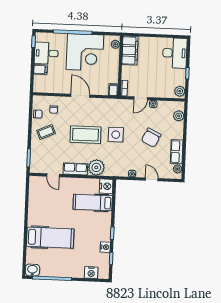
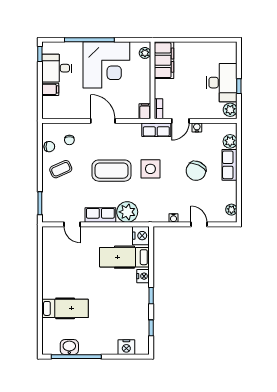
desk: (175, 53) -> (222, 83), moved
row of seats: (122, 104) -> (156, 130), added
row of seats: (177, 152) -> (230, 165), moved
hospital bed: (50, 238) -> (65, 308), width x0.73, depth x0.78
nightstand: (105, 247) -> (143, 276), moved
washbasin: (32, 270) -> (69, 347), moved

